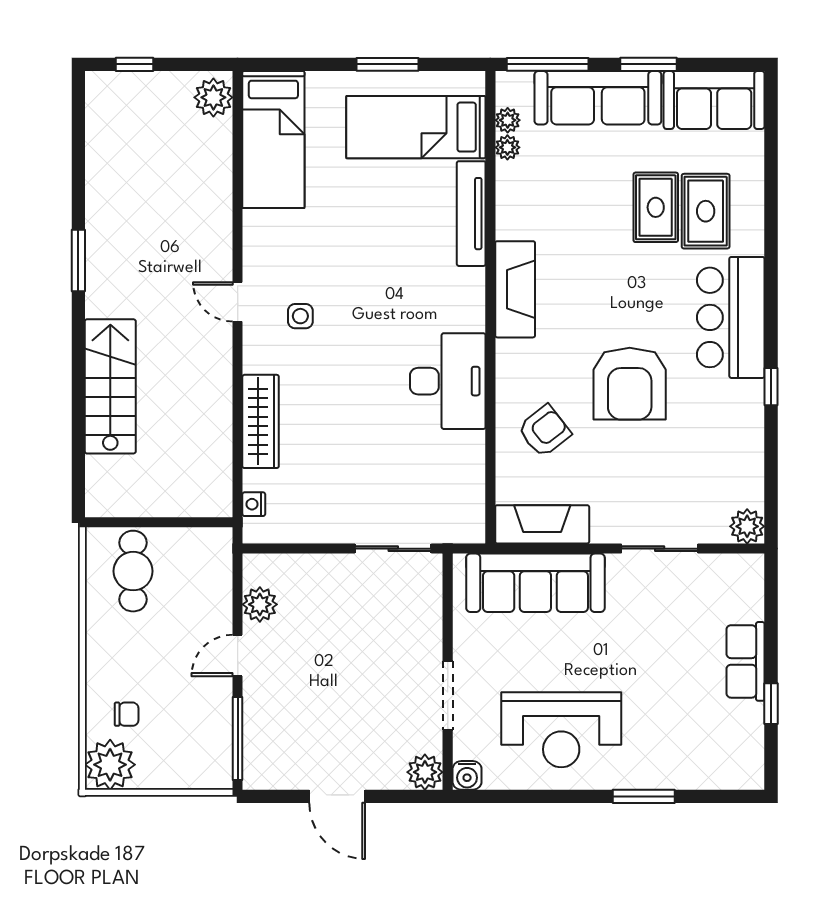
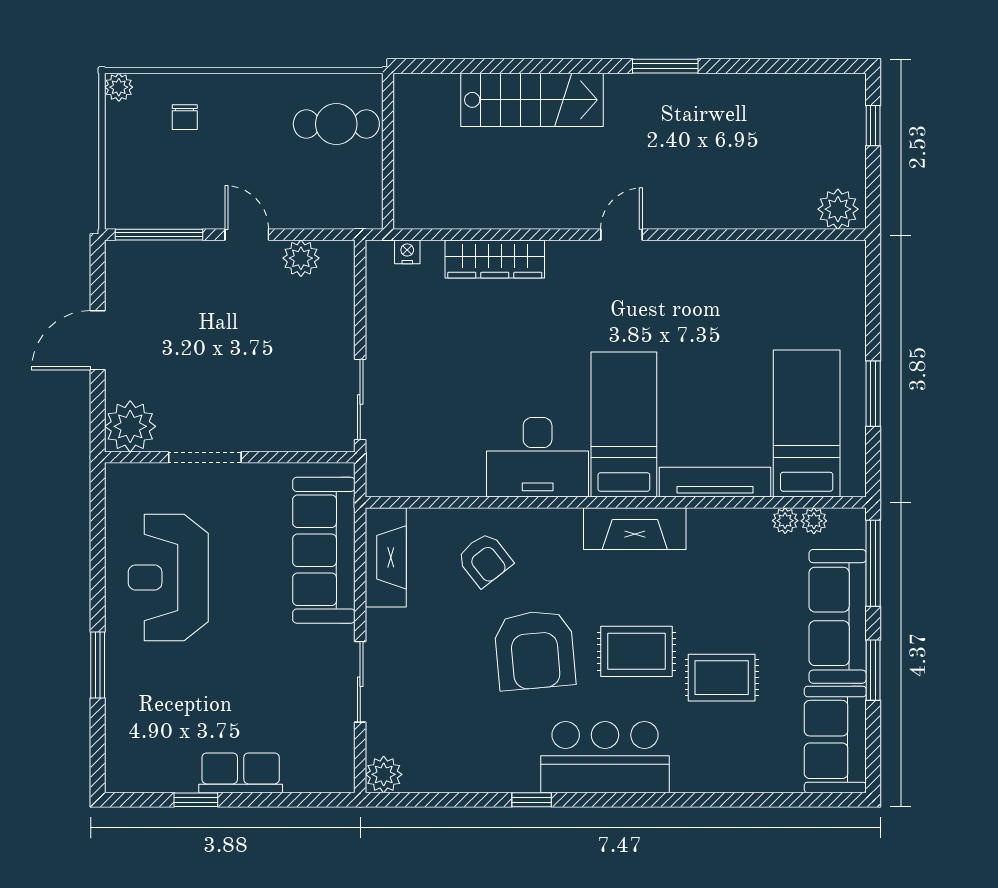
bed: (273, 140) -> (624, 425), moved, turned 90
rug: (706, 211) -> (636, 651), moved
side table: (300, 316) -> (606, 301), removed
armchair: (630, 384) -> (535, 650), turned -95
plant: (110, 765) -> (119, 87), width x0.53, depth x0.53
plant: (425, 772) -> (130, 426), width x1.36, depth x1.36
water cooler: (467, 775) -> (120, 478), removed

